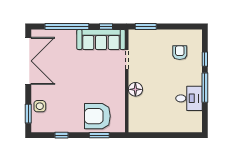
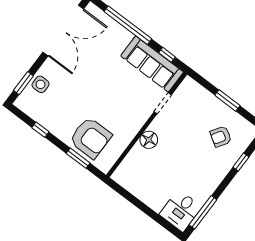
window: (146, 26) -> (227, 100), moved
armchair: (180, 53) -> (221, 137), turned -147
window: (205, 88) -> (203, 212), moved
desk: (189, 98) -> (181, 211), moved, turned 90
armchair: (97, 116) -> (90, 138), turned 180

